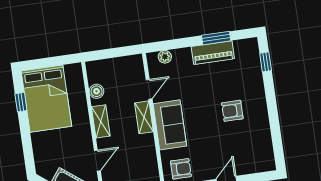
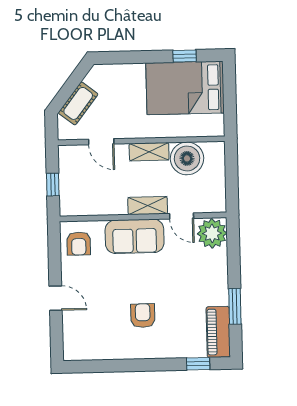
piano: (213, 53) -> (218, 332), moved
plant: (165, 57) -> (212, 233), width x1.87, depth x1.87
boiler: (96, 91) -> (187, 158), width x1.86, depth x1.86

